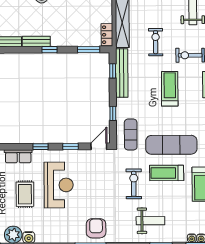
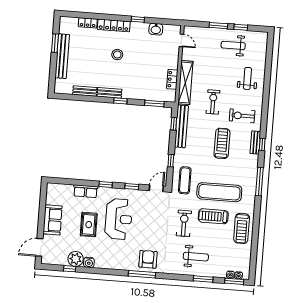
locker: (107, 35) -> (172, 79), moved

